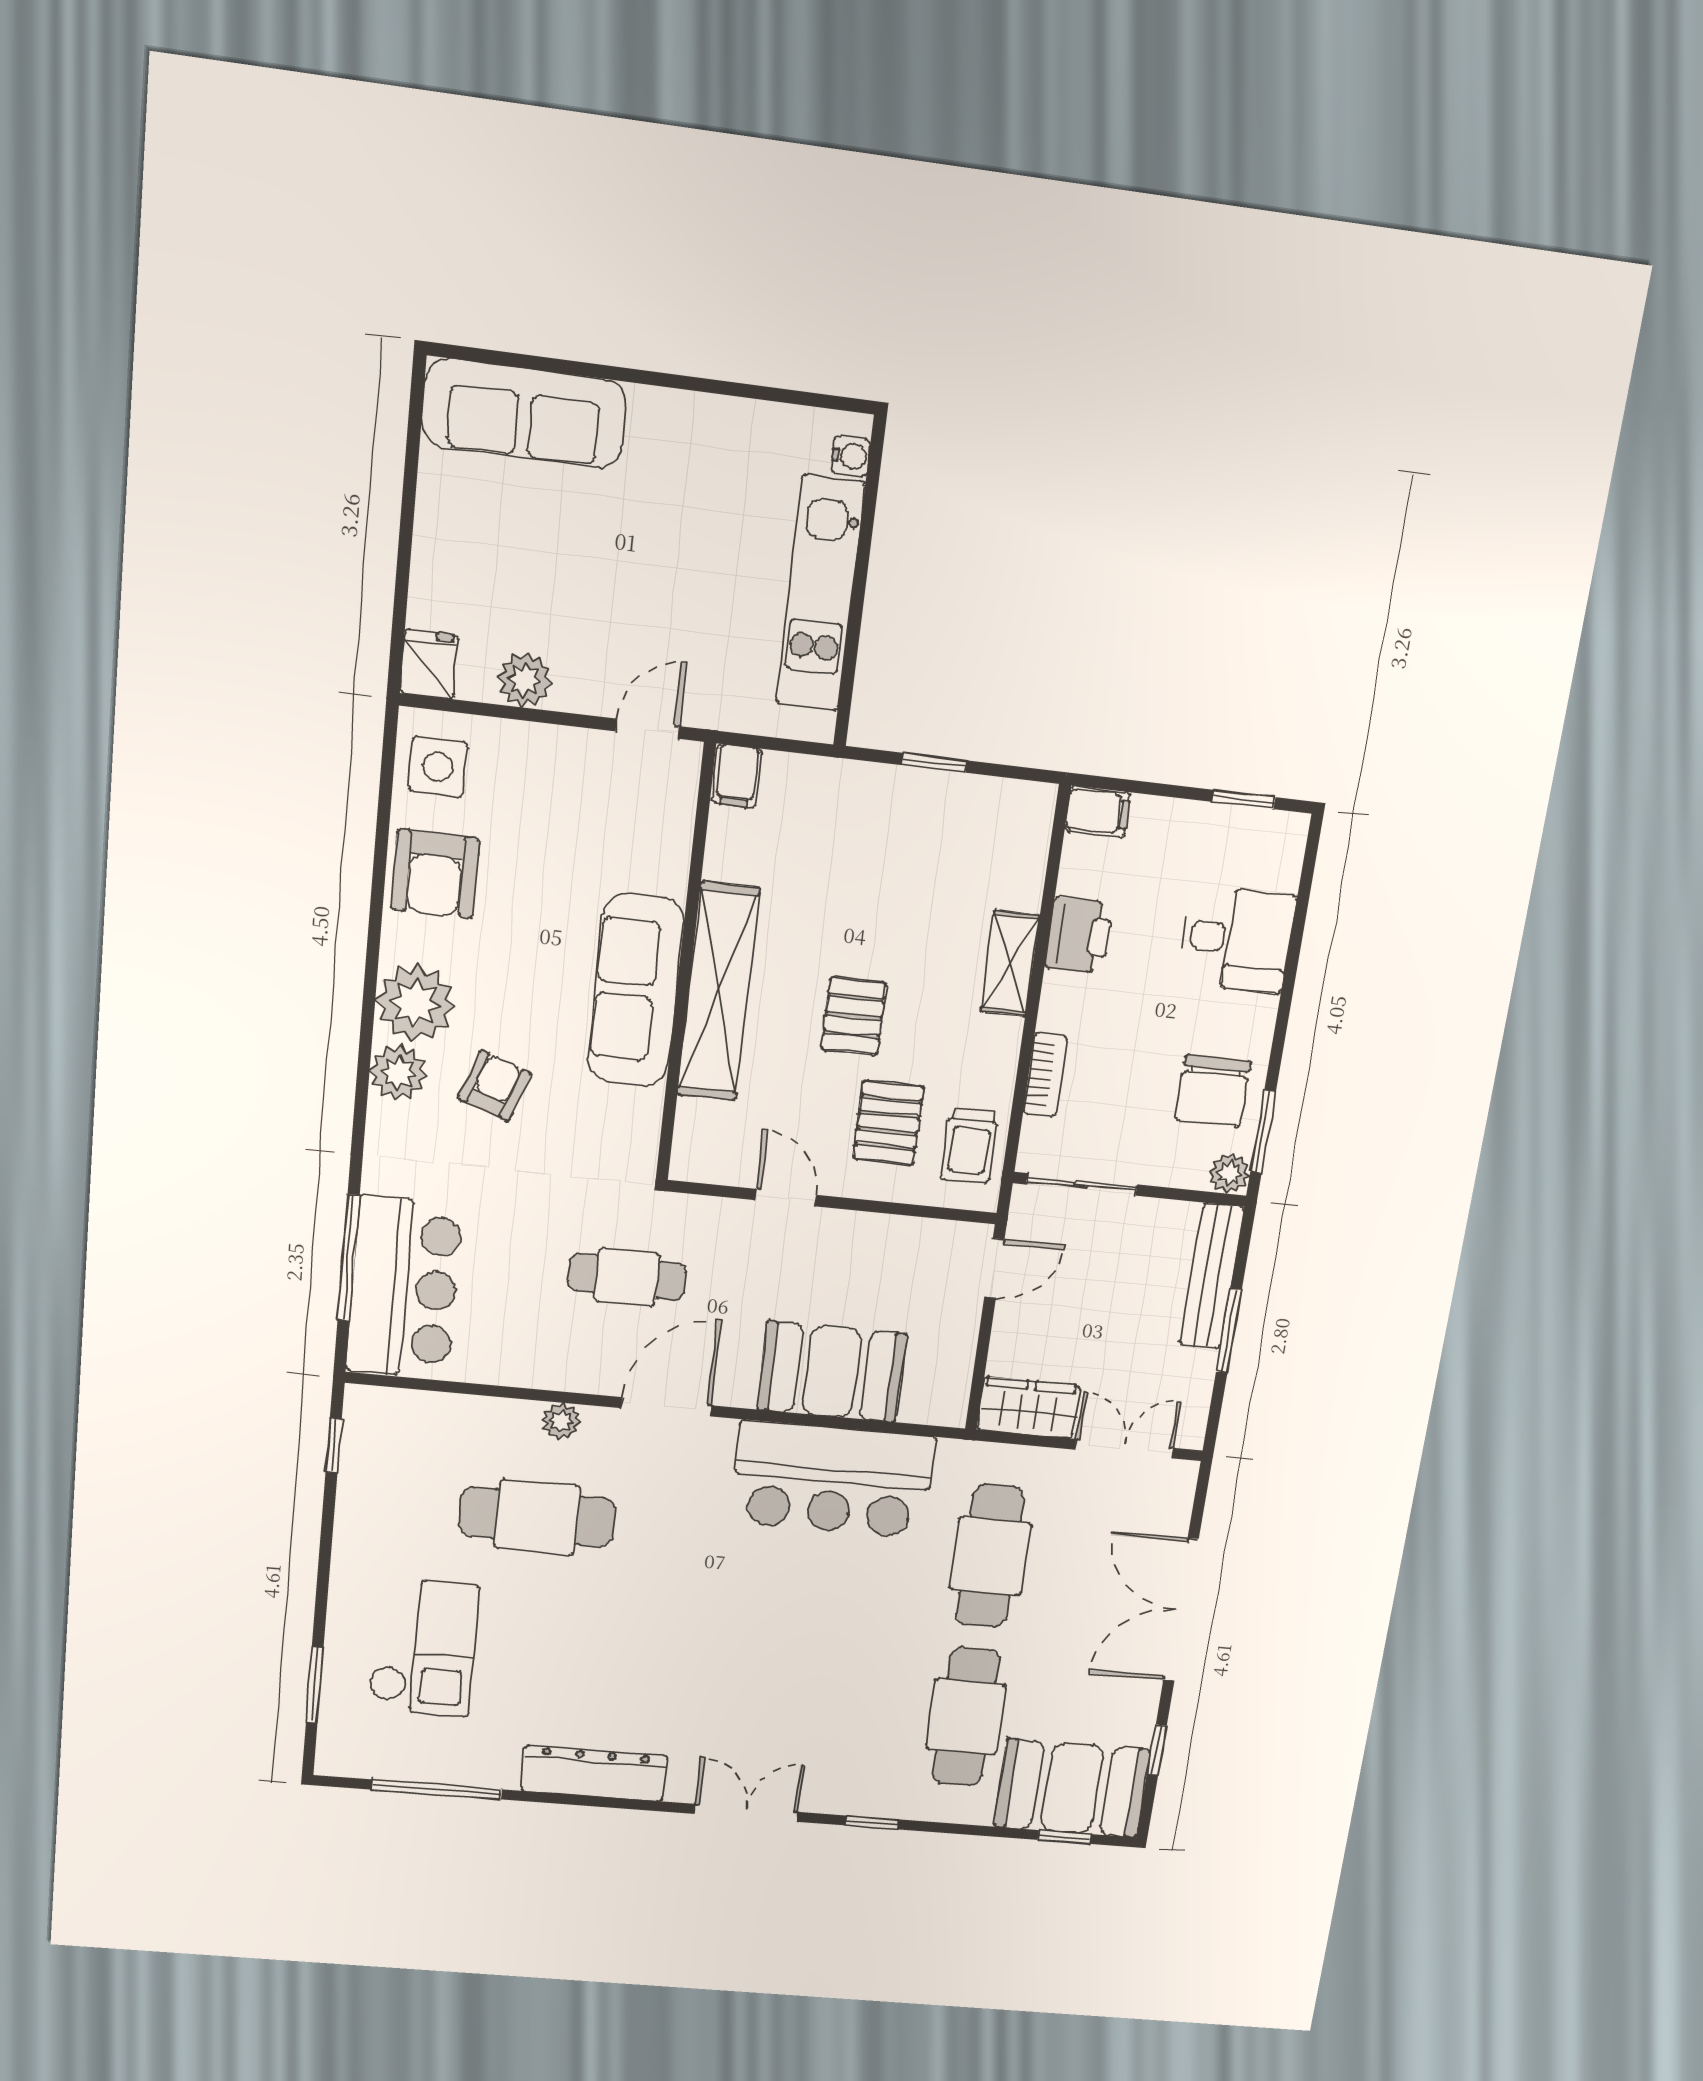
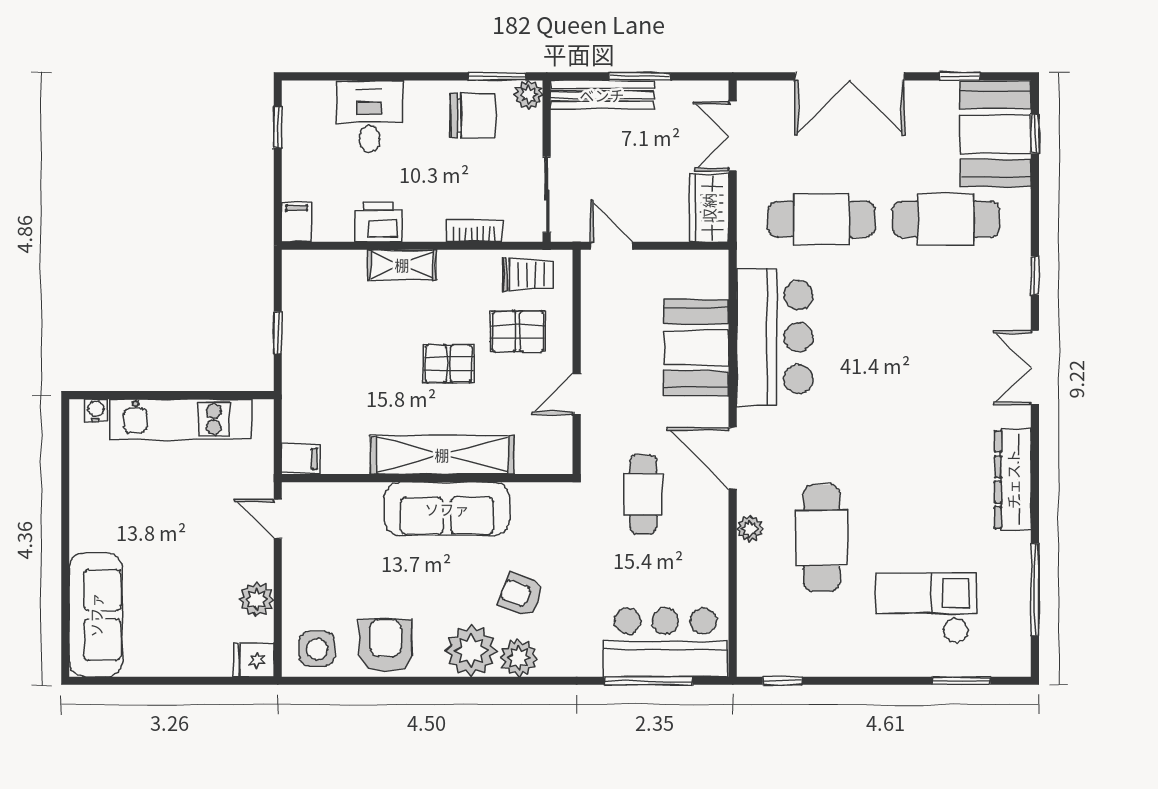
armchair: (435, 874) -> (385, 645), turned -90

